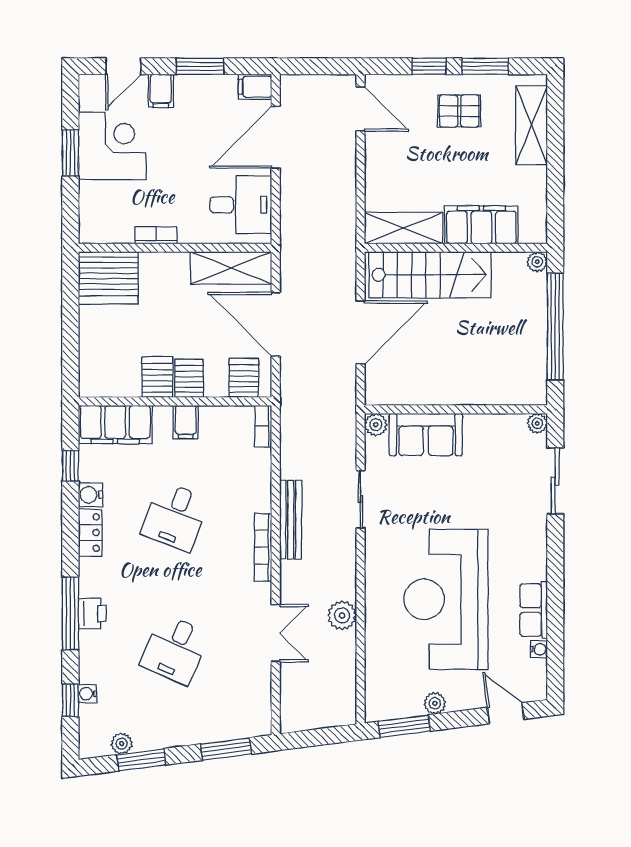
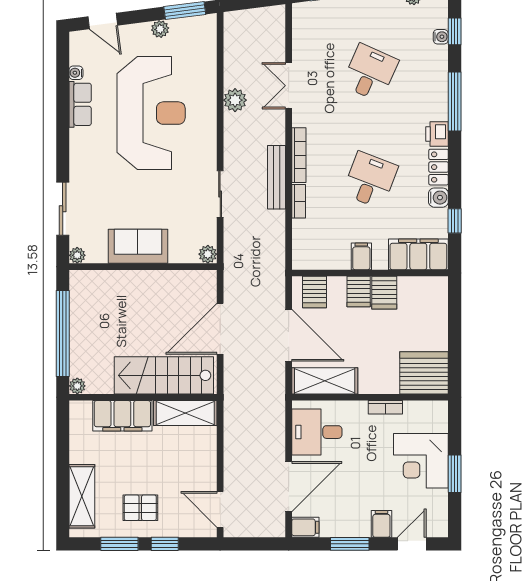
corner desk: (112, 146) -> (421, 461), moved
bookcase: (263, 426) -> (299, 201), moved
sofa: (426, 435) -> (138, 246), moved
printer: (92, 614) -> (437, 134), moved

